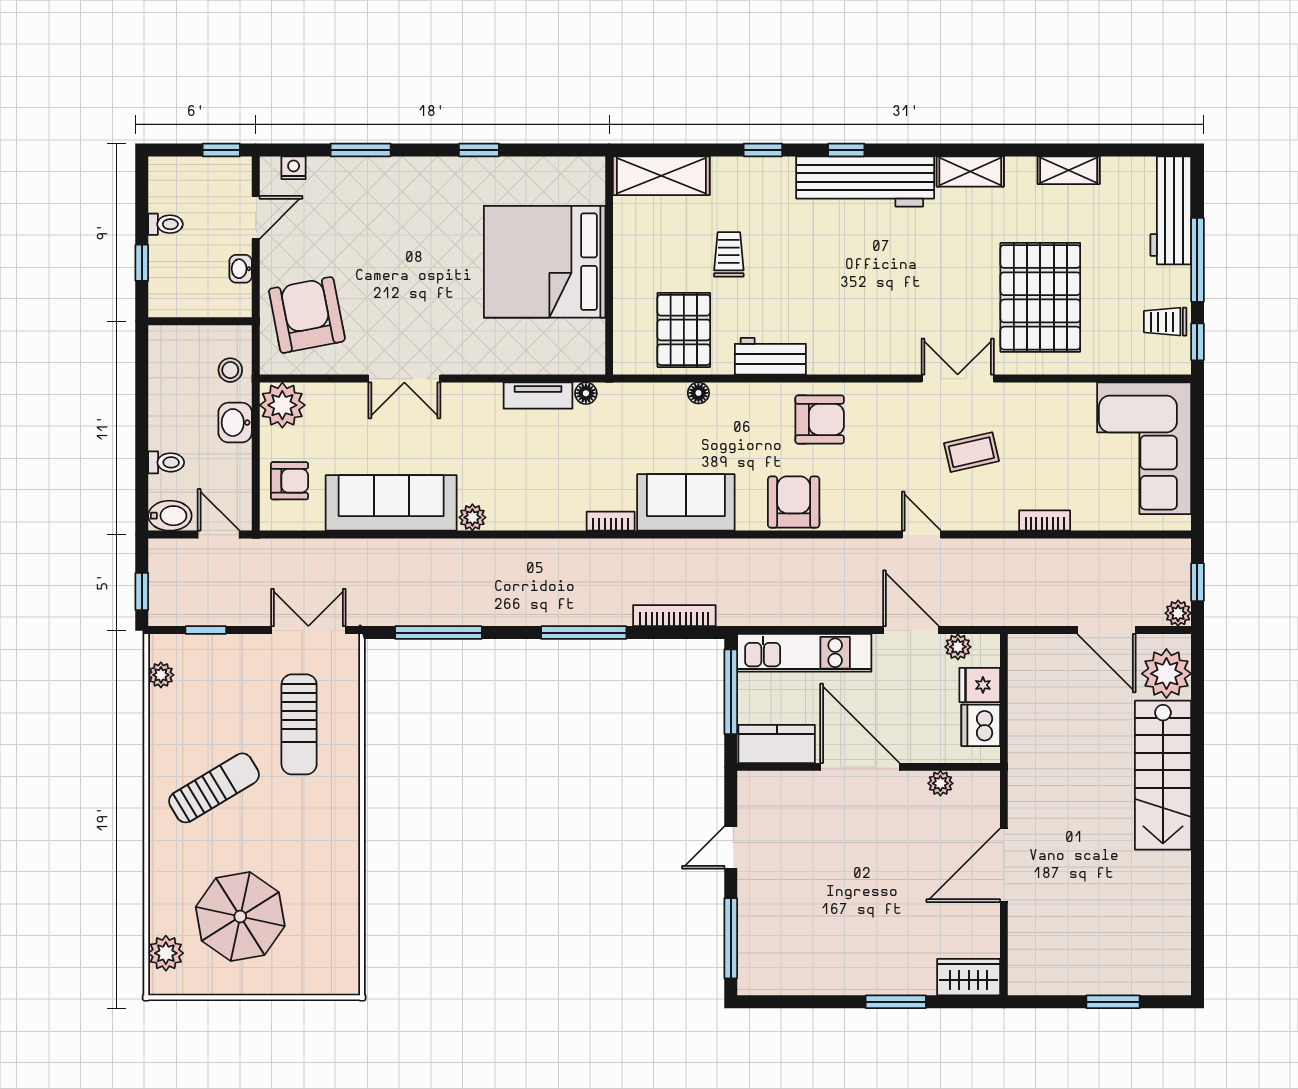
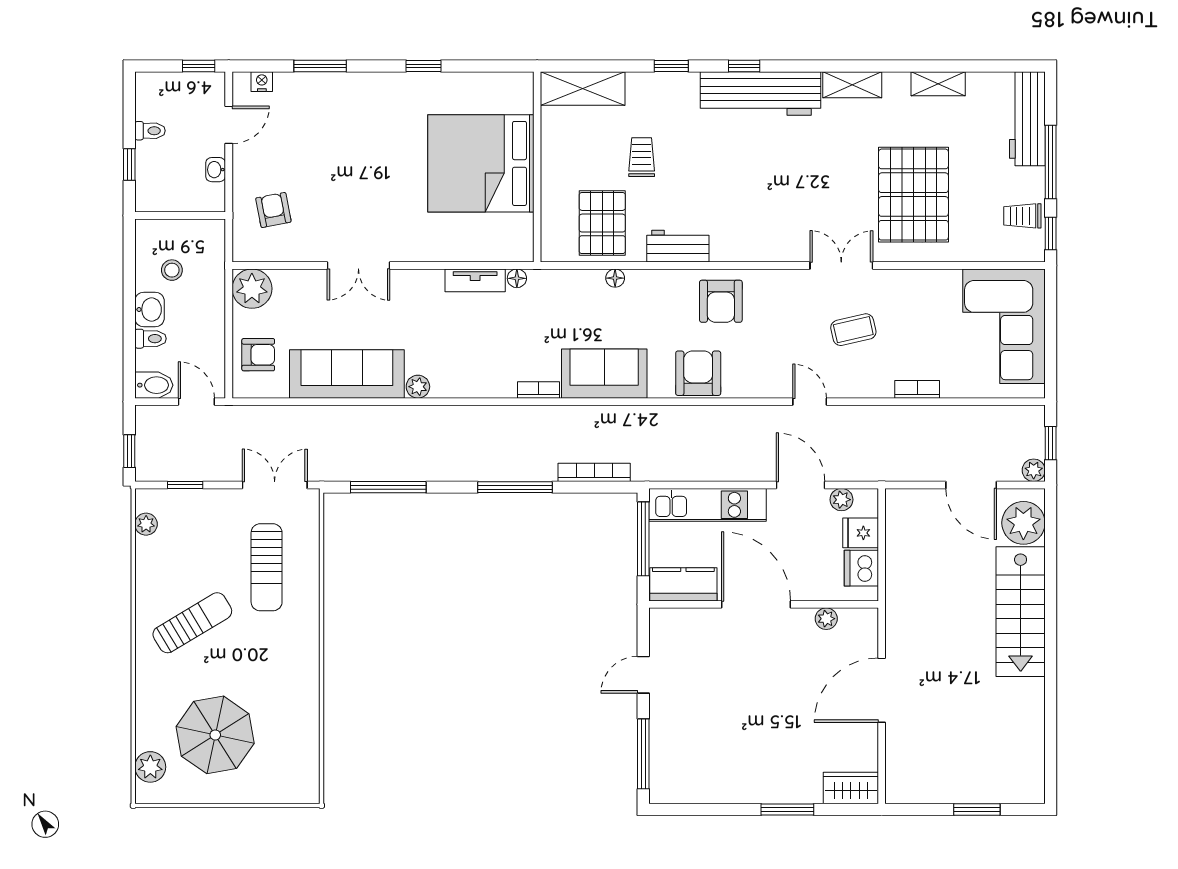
armchair: (307, 315) -> (273, 210), width x0.53, depth x0.53
stool: (230, 370) -> (172, 270), moved
armchair: (820, 419) -> (721, 301), turned 90
washbasin: (235, 423) -> (150, 310), moved, turned 180

